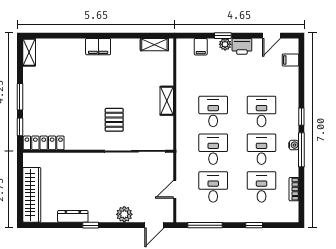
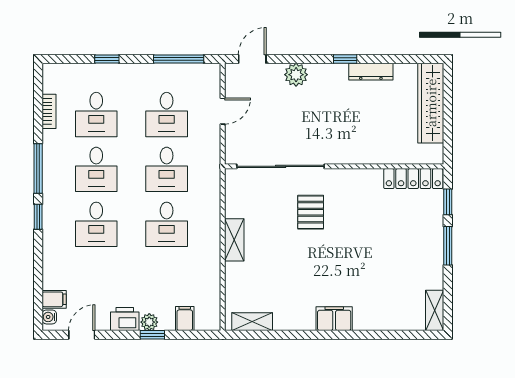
water cooler: (294, 145) -> (49, 317), moved

